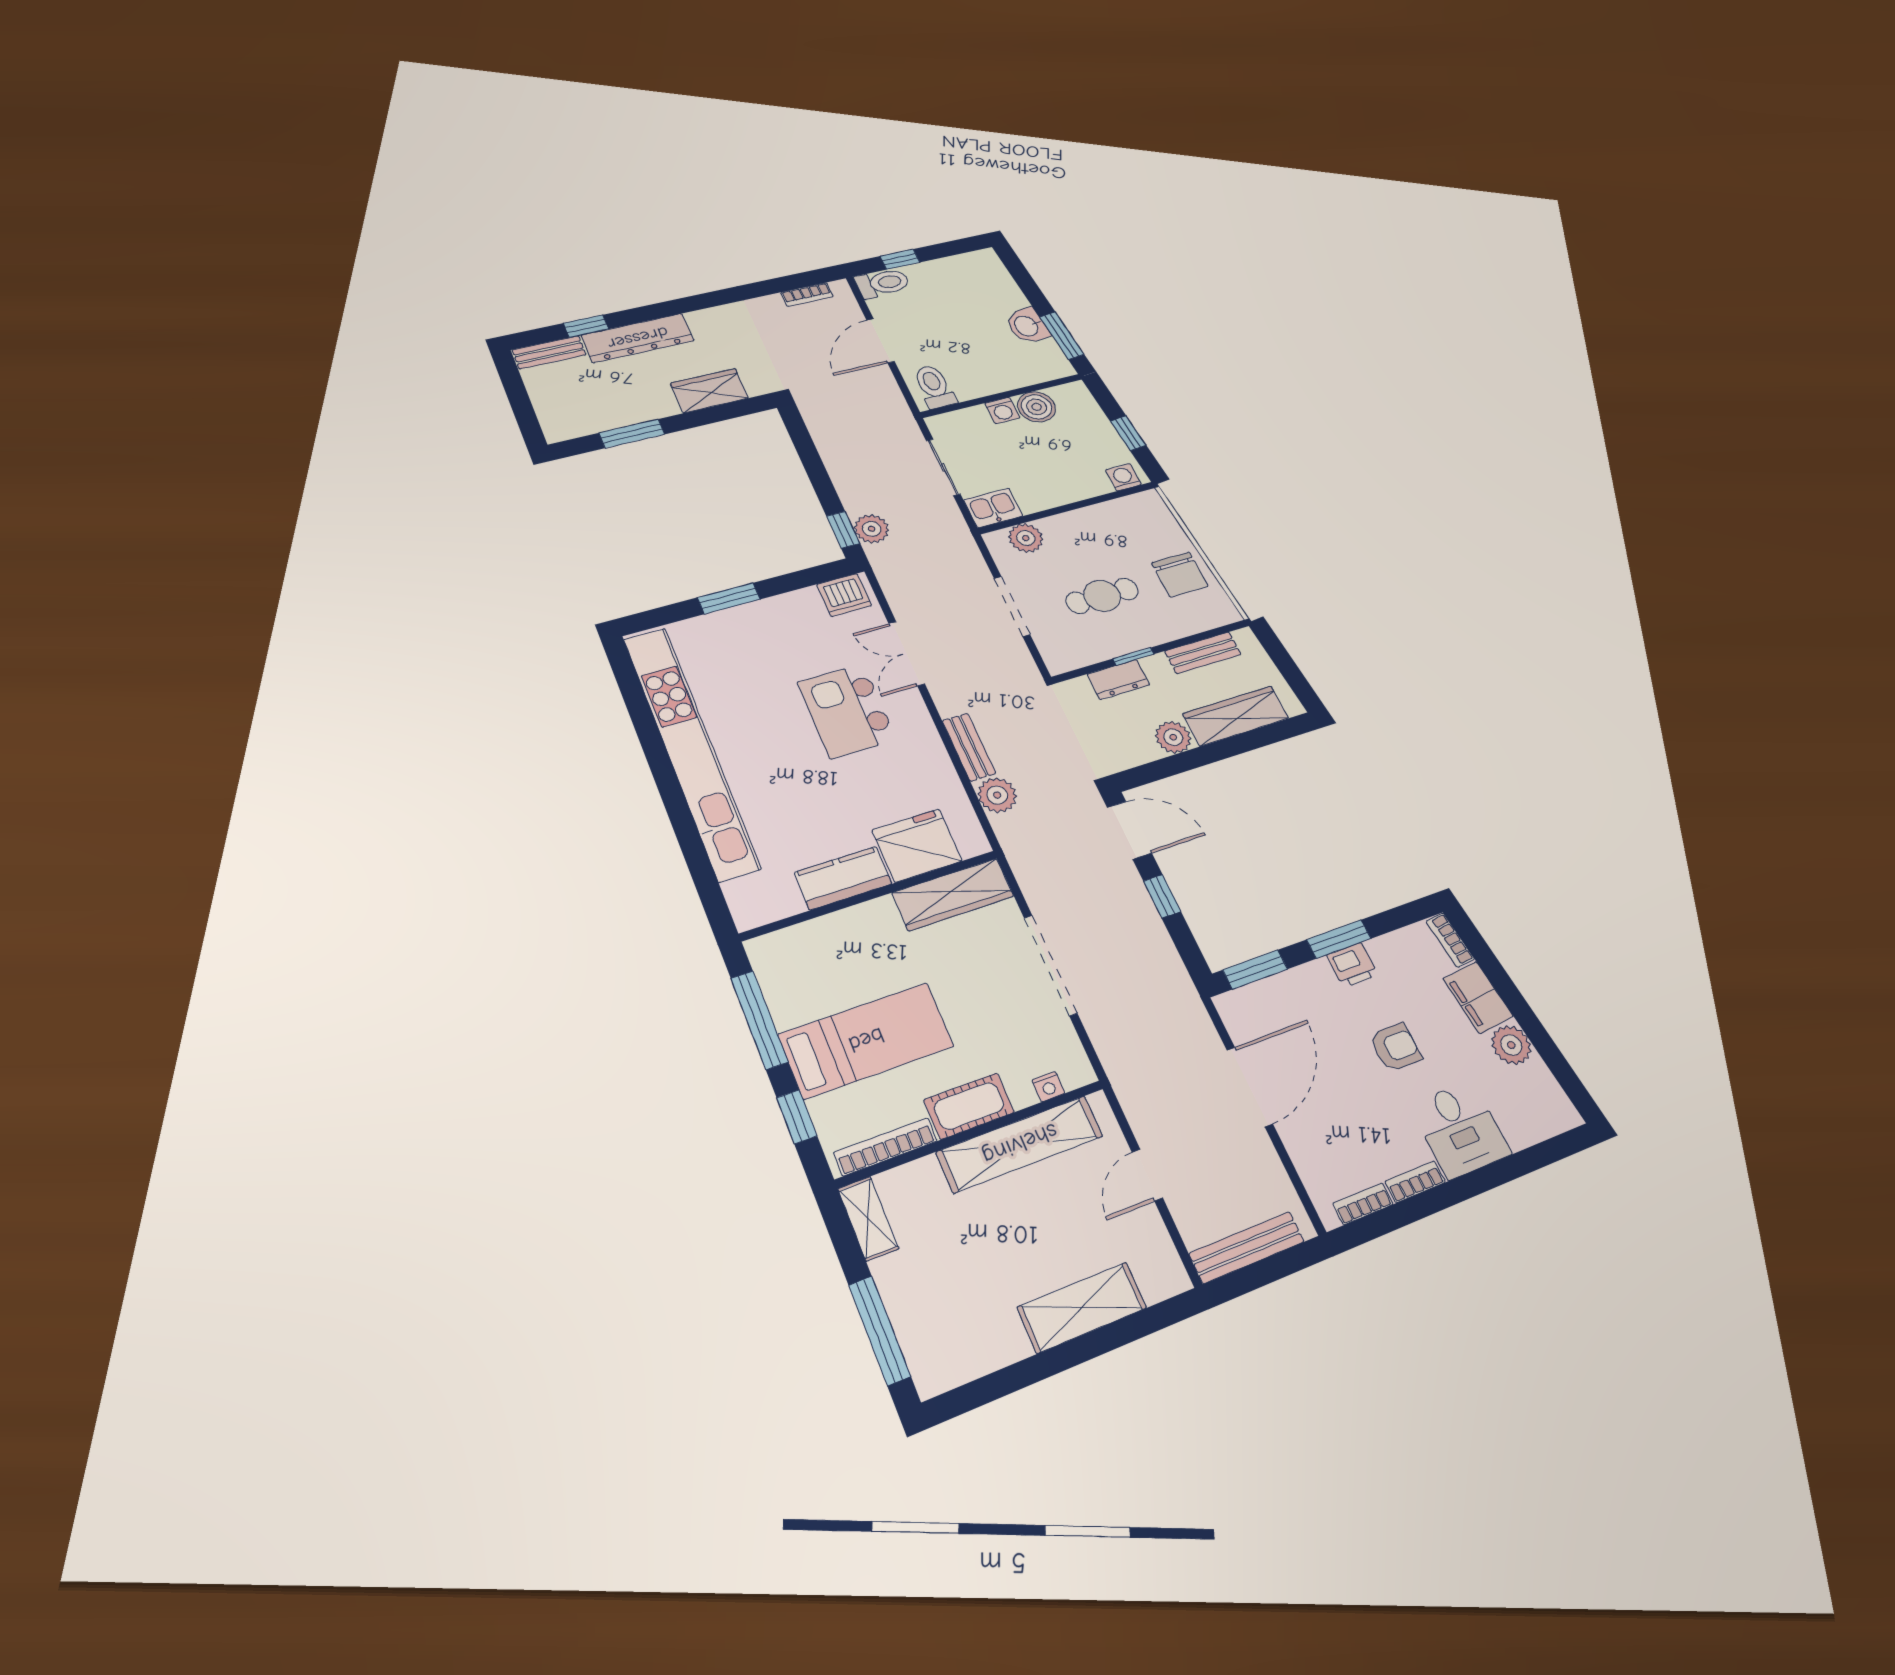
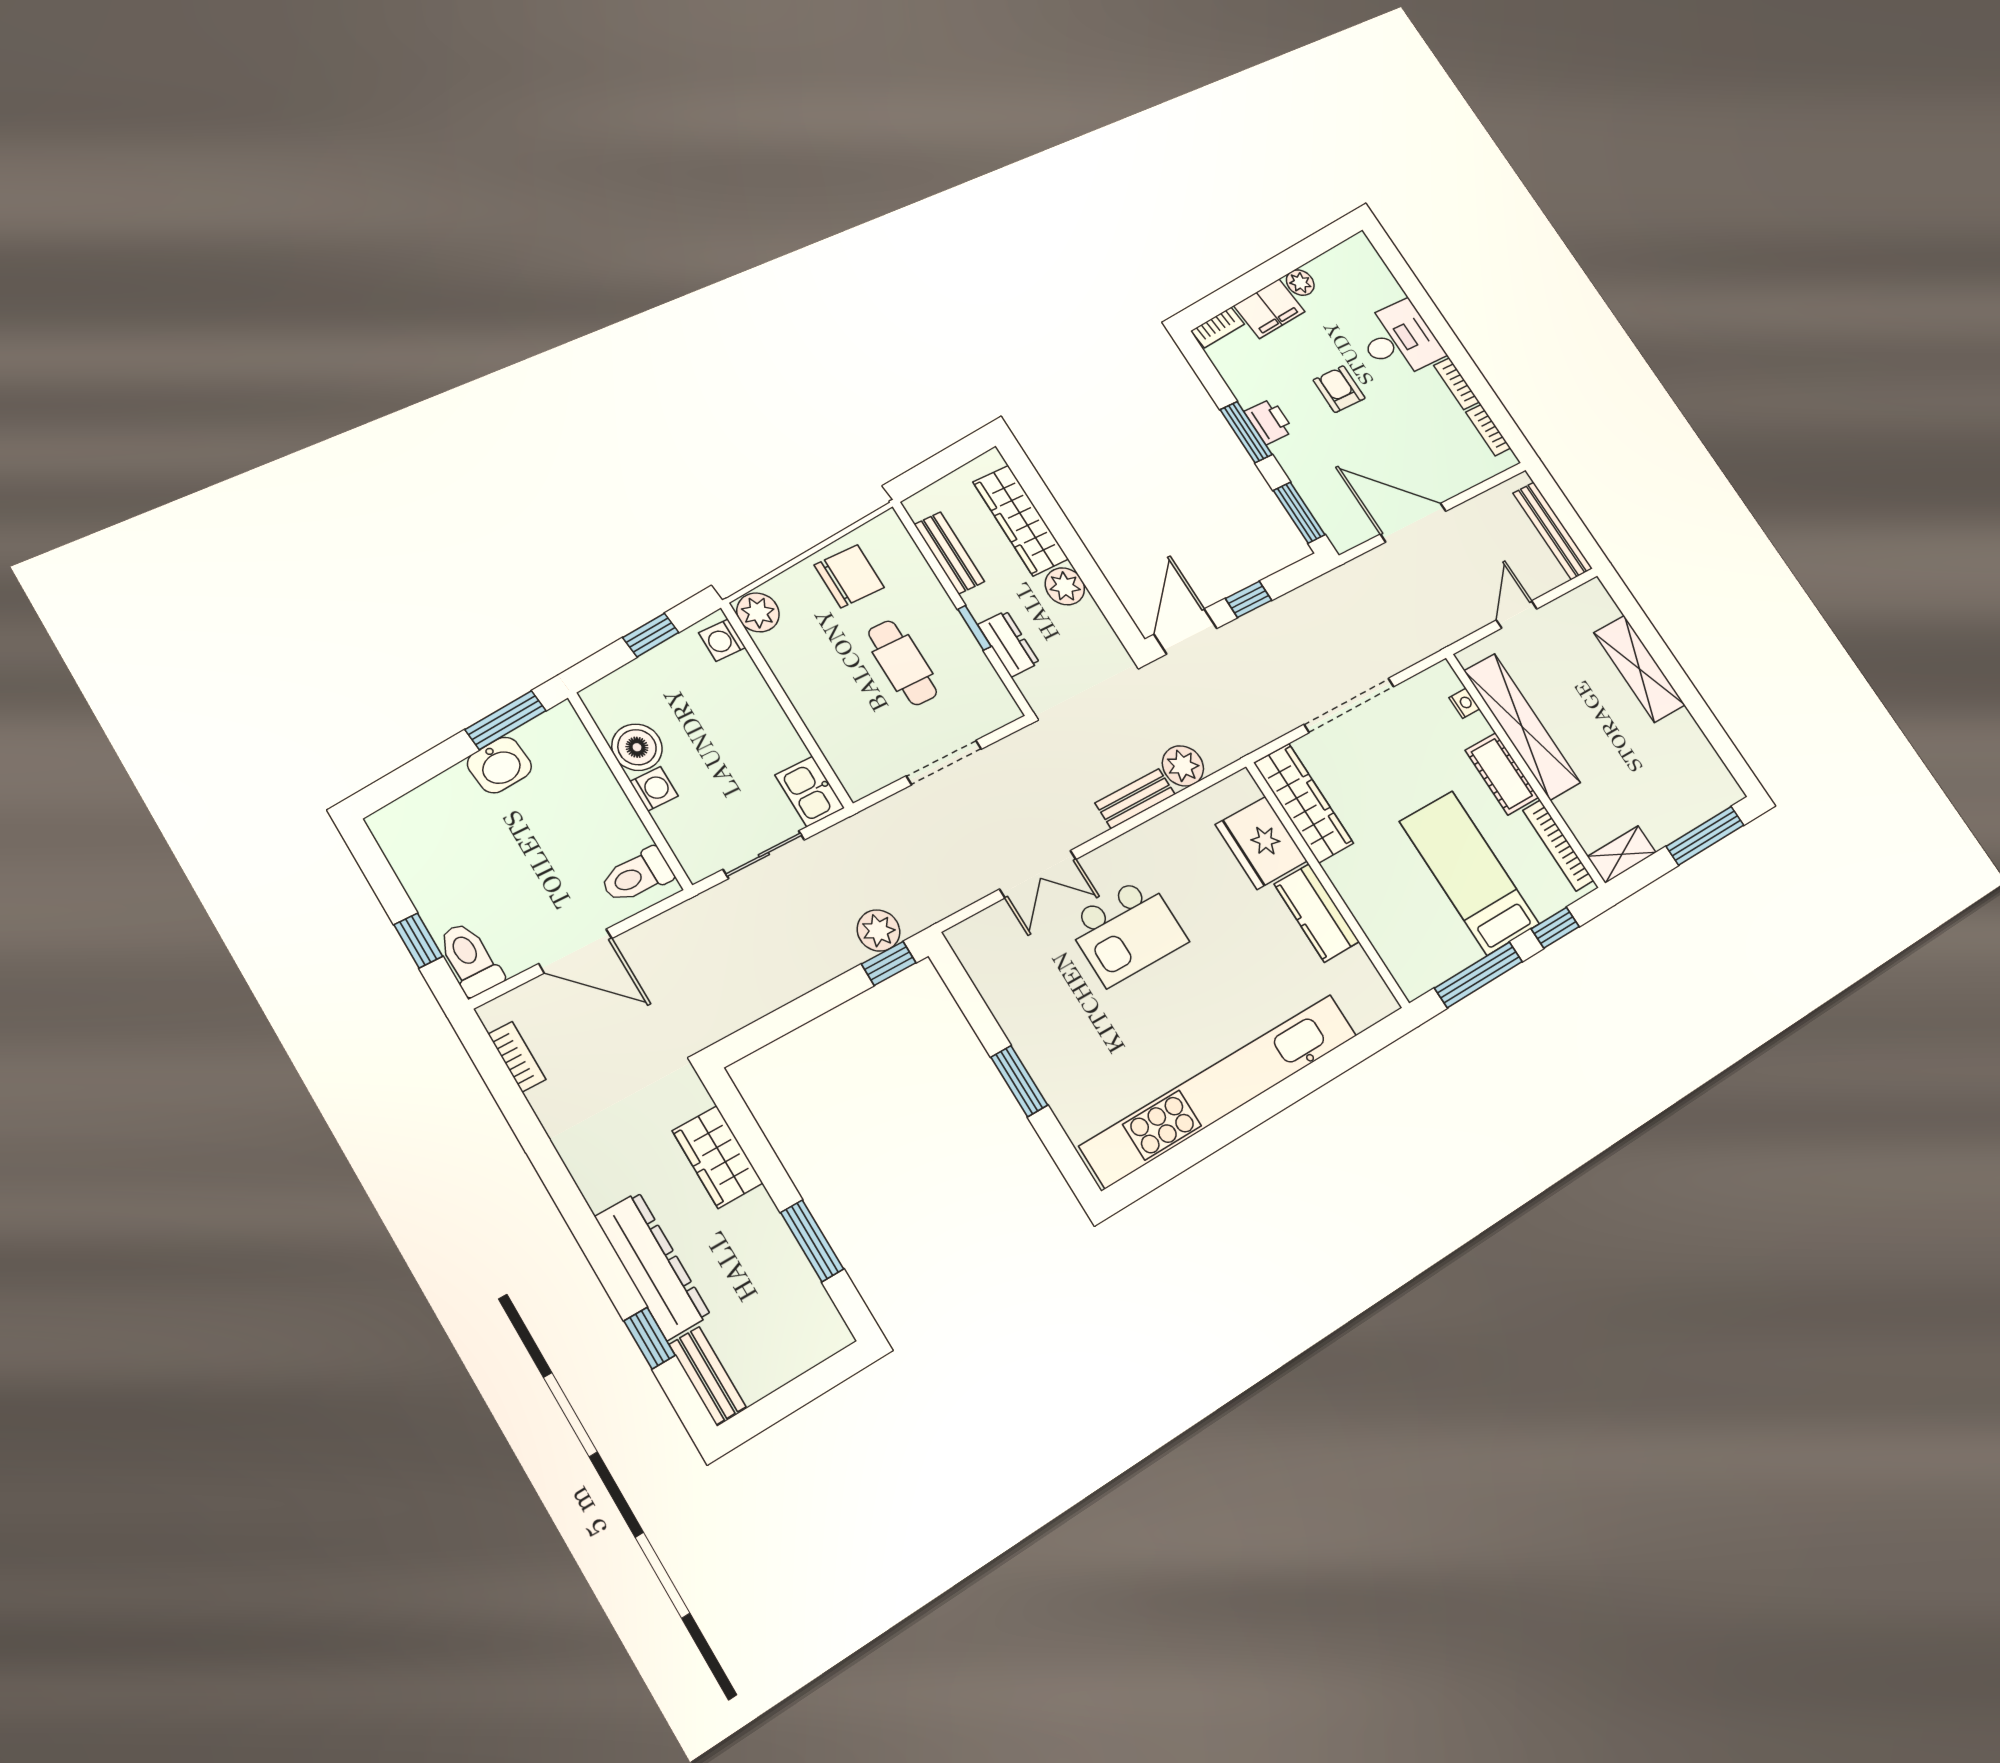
plant: (1026, 538) -> (758, 612), moved
dishwasher: (844, 595) -> (979, 952), removed
plant: (1511, 1045) -> (1300, 283), width x0.73, depth x0.73
door: (1147, 1175) -> (1517, 615), swing flipped

